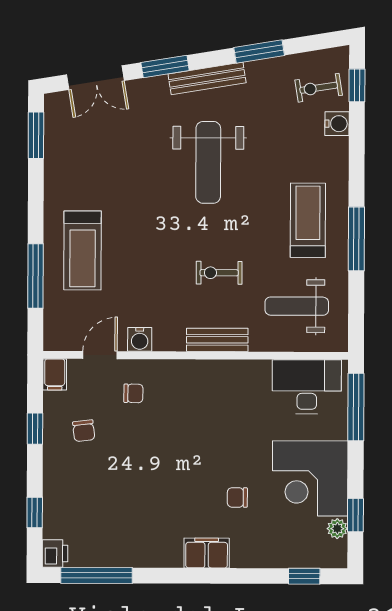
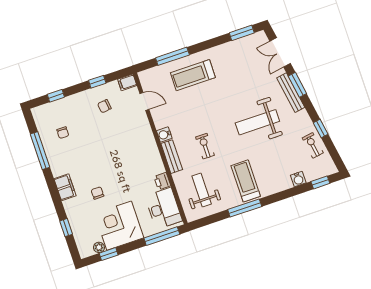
window: (259, 51) -> (321, 129), width x0.67
bench: (207, 78) -> (291, 93), moved
exercise bike: (319, 88) -> (313, 145), moved
treadmill: (308, 220) -> (246, 181), turned -90
water cooler: (140, 339) -> (164, 135), moved
chair: (133, 393) -> (63, 133), moved
printer: (55, 554) -> (162, 181), moved, turned 90
window: (97, 575) -> (40, 151), moved
window: (304, 576) -> (66, 228), moved

